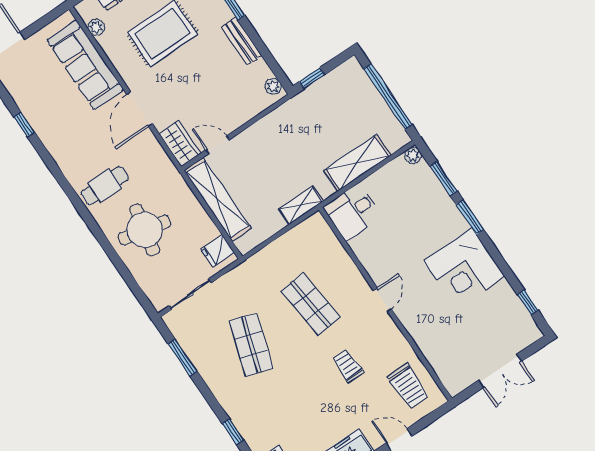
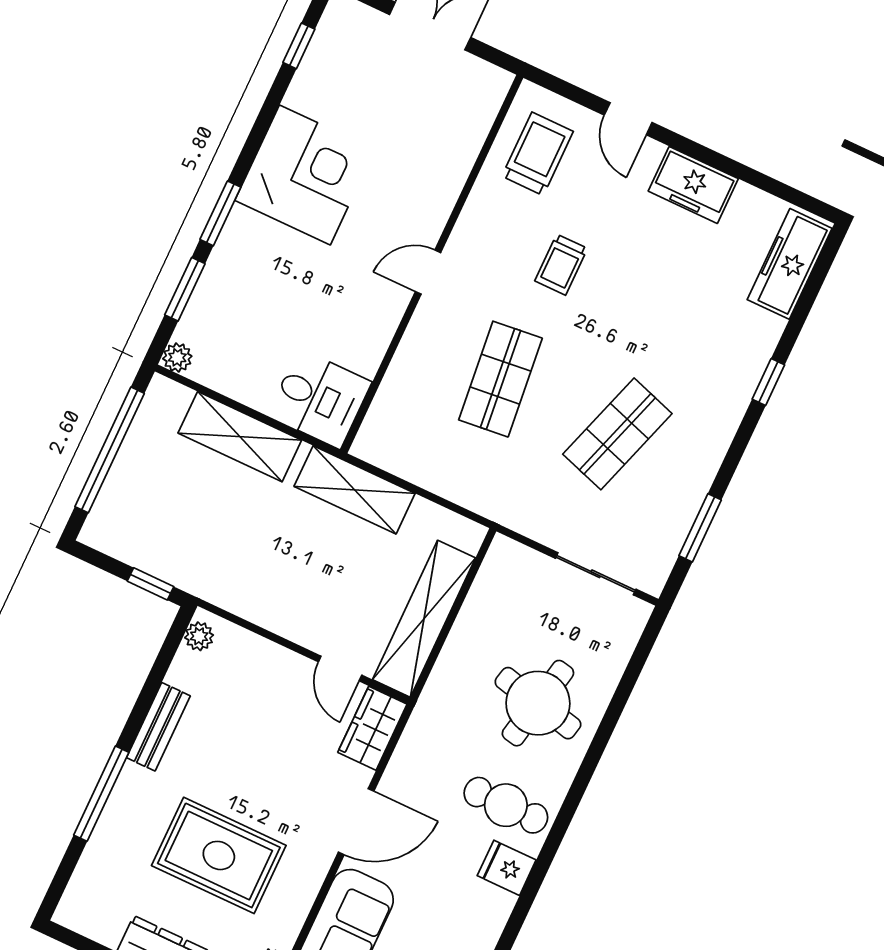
shelving: (301, 205) -> (355, 490), width x1.50, depth x1.33
fridge: (218, 251) -> (507, 868), moved, turned 180

